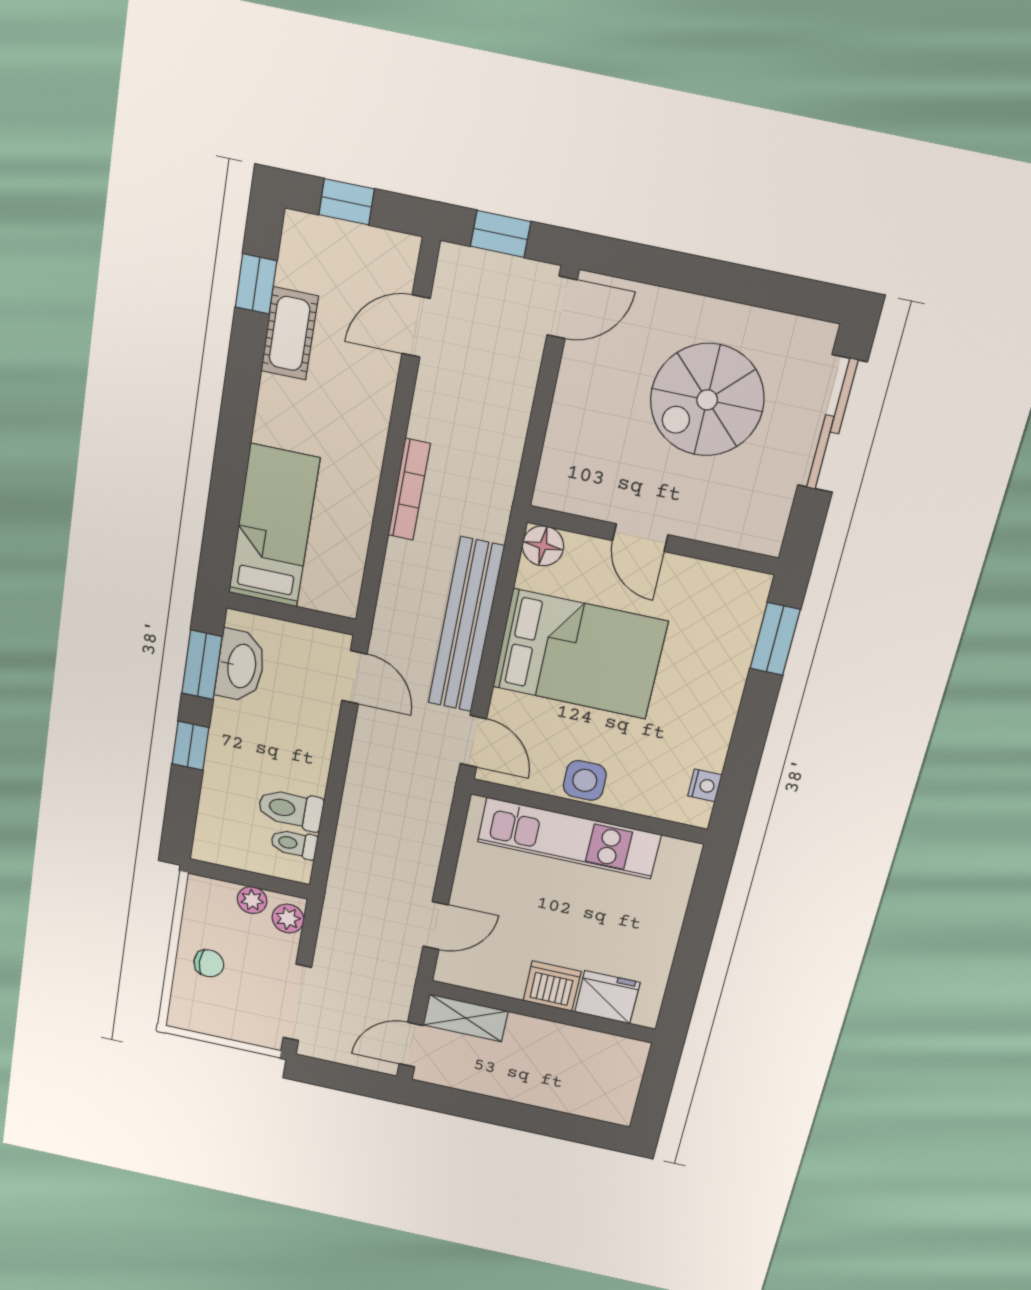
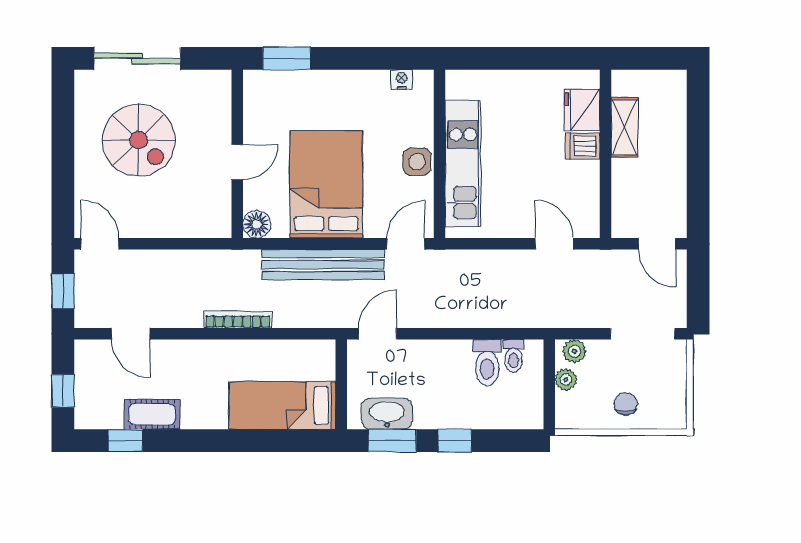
dishwasher: (552, 986) -> (583, 146), width x0.73
shelving: (465, 1018) -> (625, 127), moved

